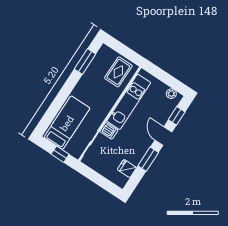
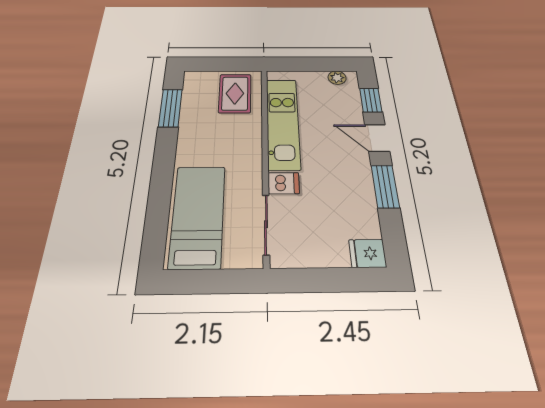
window: (60, 154) -> (221, 281), removed
fridge: (127, 169) -> (368, 253), moved

